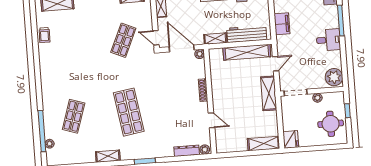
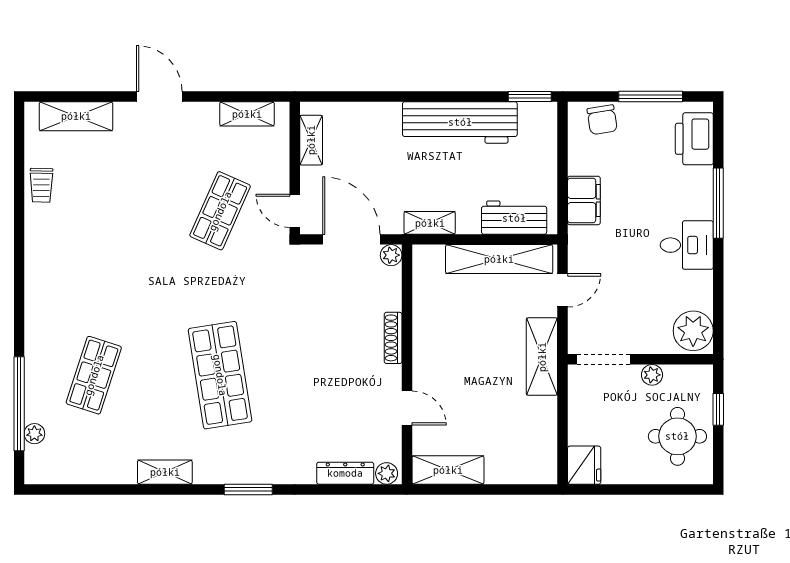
workbench: (247, 34) -> (514, 218), width x0.73
shelving: (264, 144) -> (448, 470), moved

